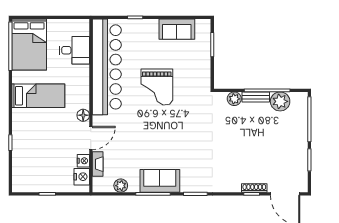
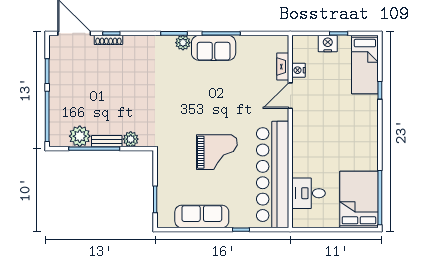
sofa: (177, 29) -> (202, 217), width x1.36
grand piano: (157, 87) -> (217, 152), turned 90
bed: (38, 96) -> (365, 65), moved, turned -90
floor lamp: (83, 115) -> (299, 121), removed
nightstand: (82, 177) -> (328, 44), moved, turned 90
plant: (121, 186) -> (183, 43), moved

